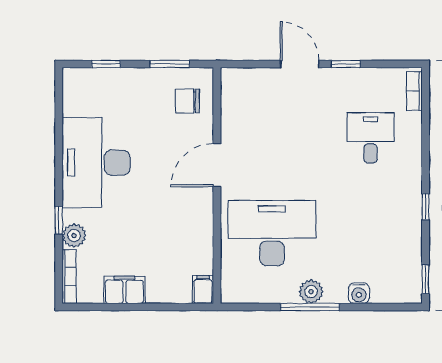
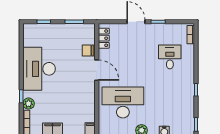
locker: (232, 98) -> (104, 38), added
chair: (187, 101) -> (88, 50), moved
door: (217, 165) -> (97, 70), swing flipped

